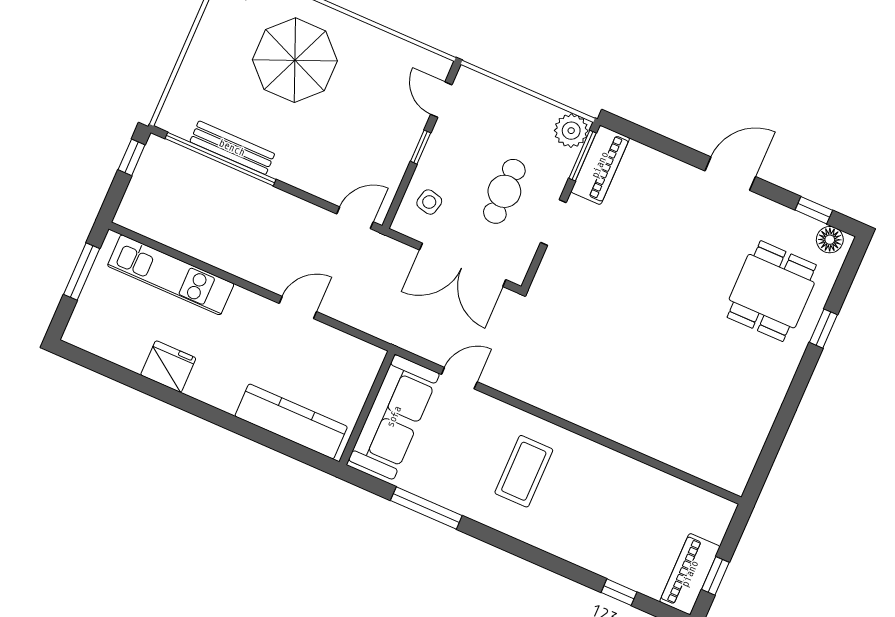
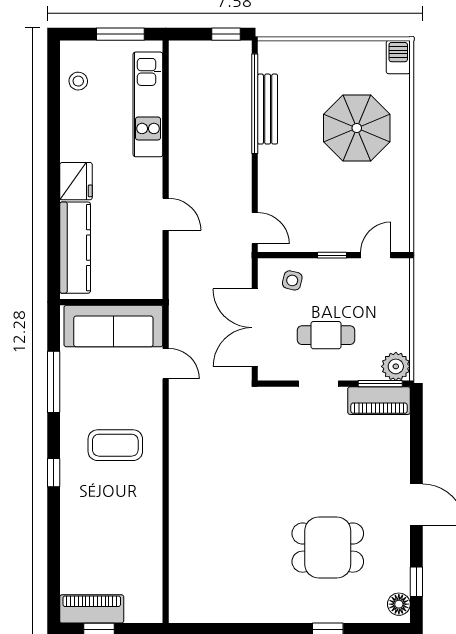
dining table: (772, 291) -> (328, 548), moved
stool: (113, 339) -> (78, 81), added
fridge: (168, 366) -> (76, 181), moved
window: (619, 592) -> (54, 473), moved

